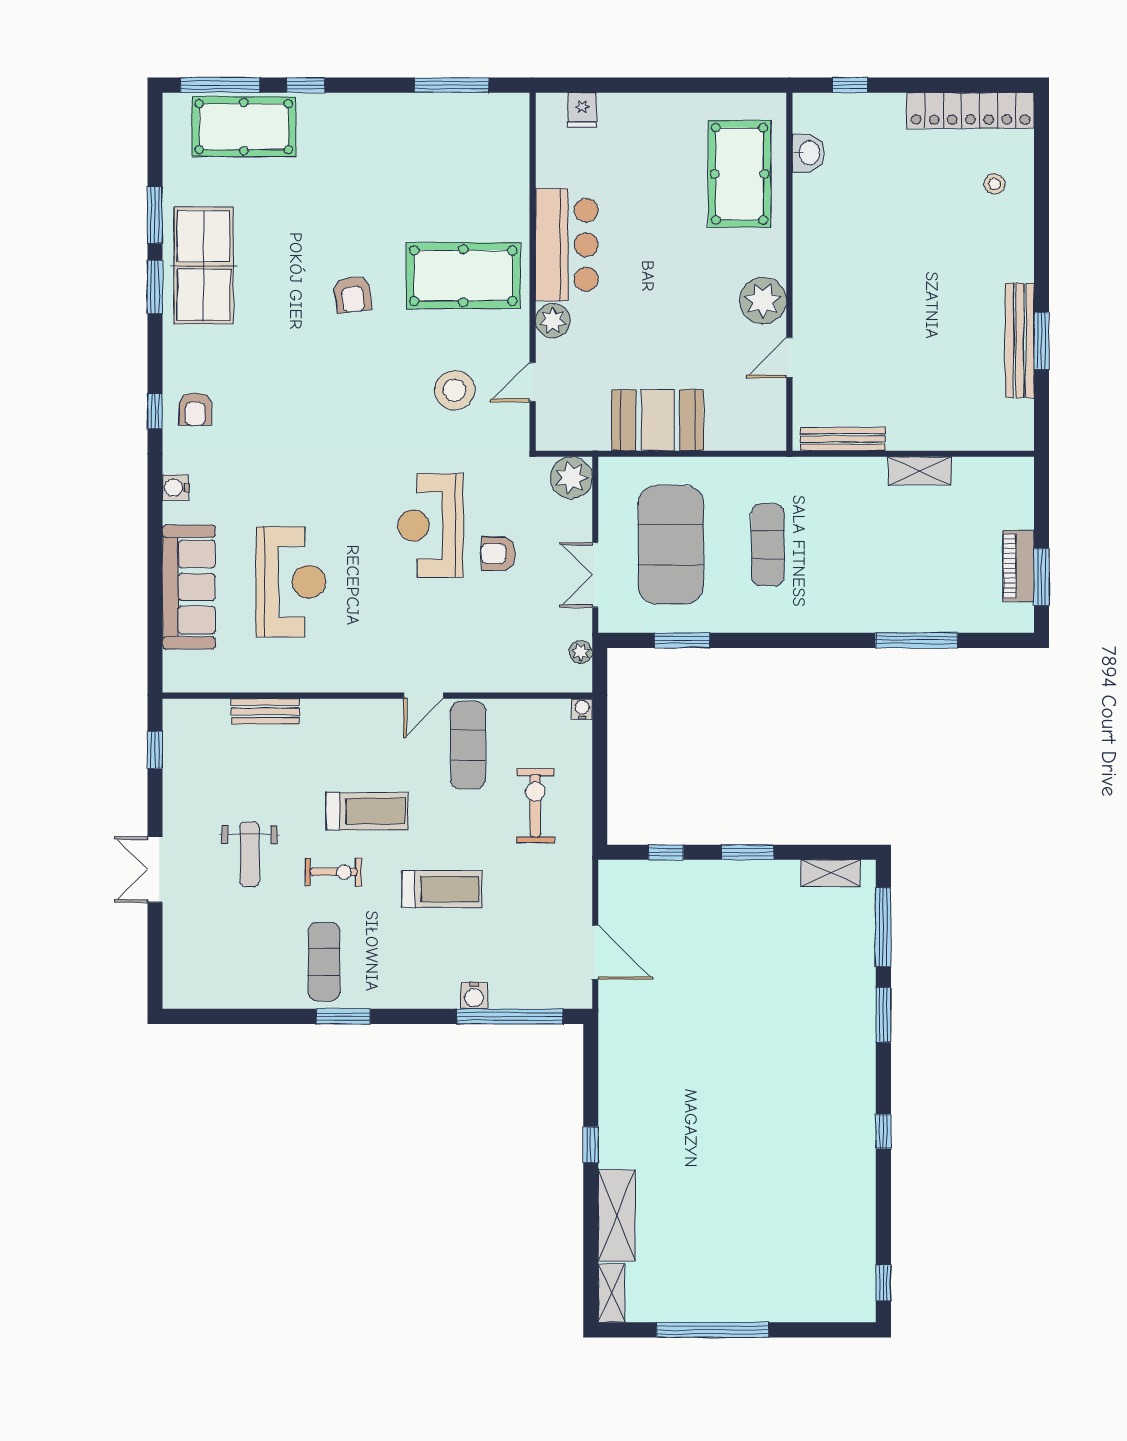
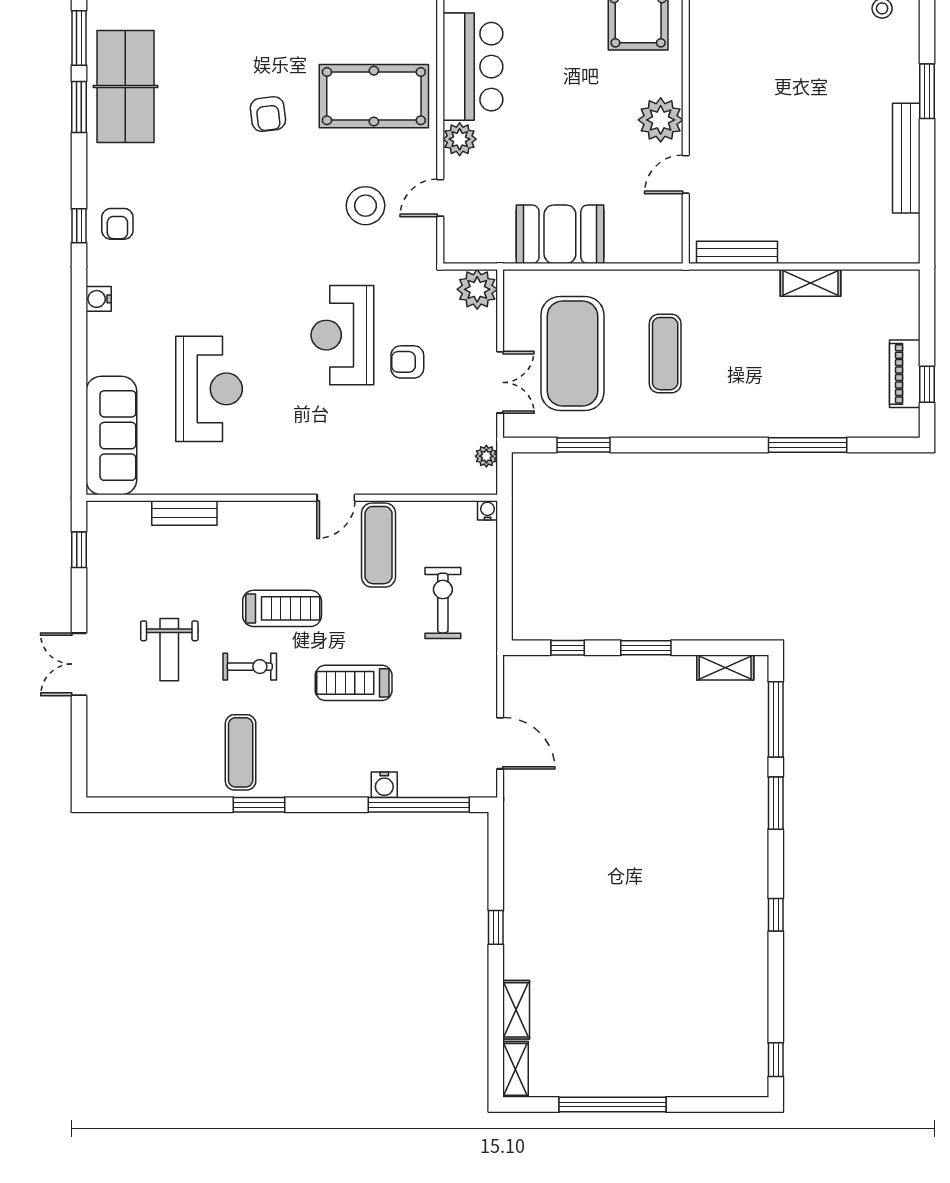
window: (1041, 341) -> (927, 91), moved
double door: (595, 575) -> (500, 382), swing flipped
window: (1041, 577) -> (927, 384), width x0.67
sofa: (189, 587) -> (111, 436), moved
treadmill: (442, 889) -> (354, 683), turned 180
shelving: (617, 1215) -> (516, 1010), width x0.67, depth x0.75

